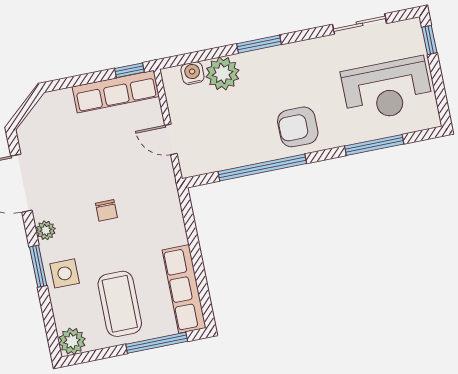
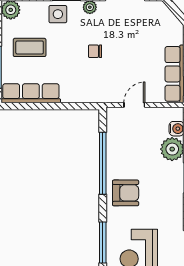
armchair: (298, 127) -> (126, 193), turned 90
coffee table: (120, 304) -> (30, 47), width x0.73, depth x0.76

